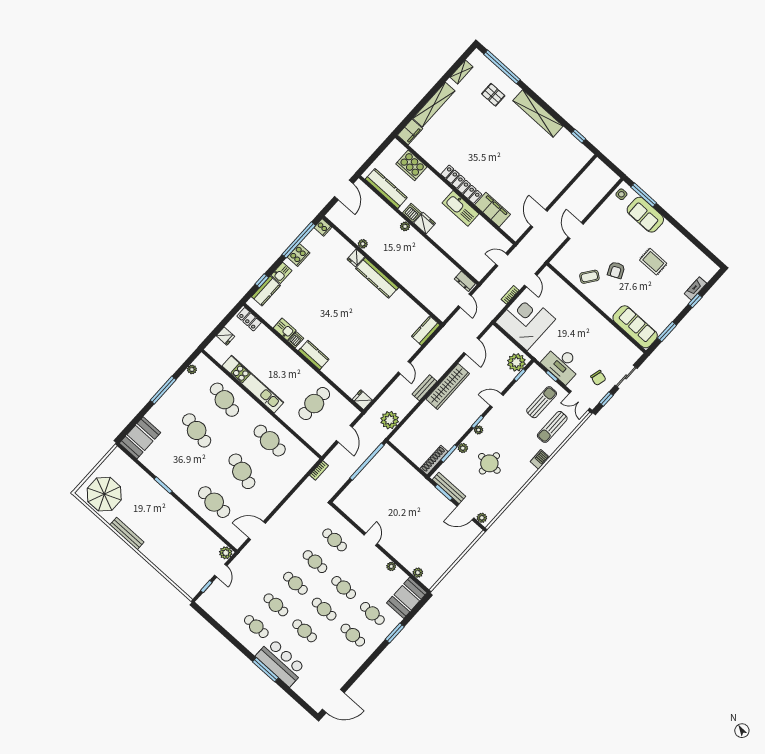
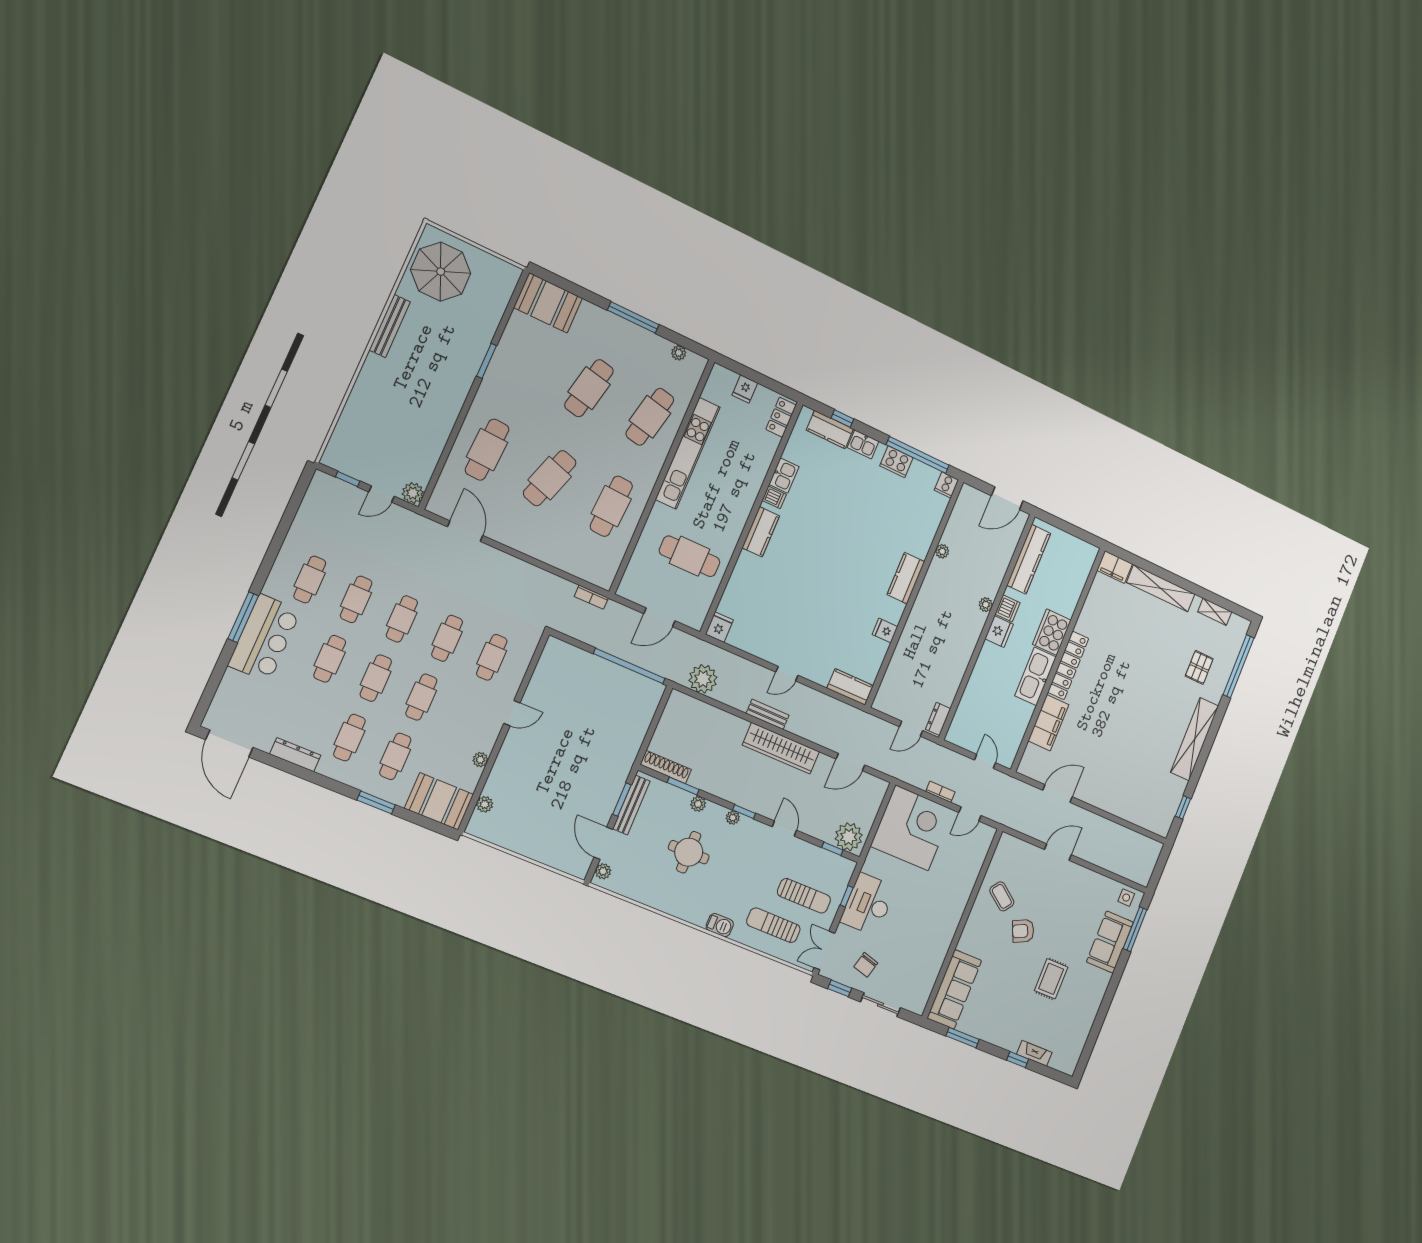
cooker: (411, 165) -> (1052, 632), moved
fridge: (356, 258) -> (885, 631), moved
kitchen counter: (377, 278) -> (906, 578), width x0.67
dresser: (352, 668) -> (295, 755), added

